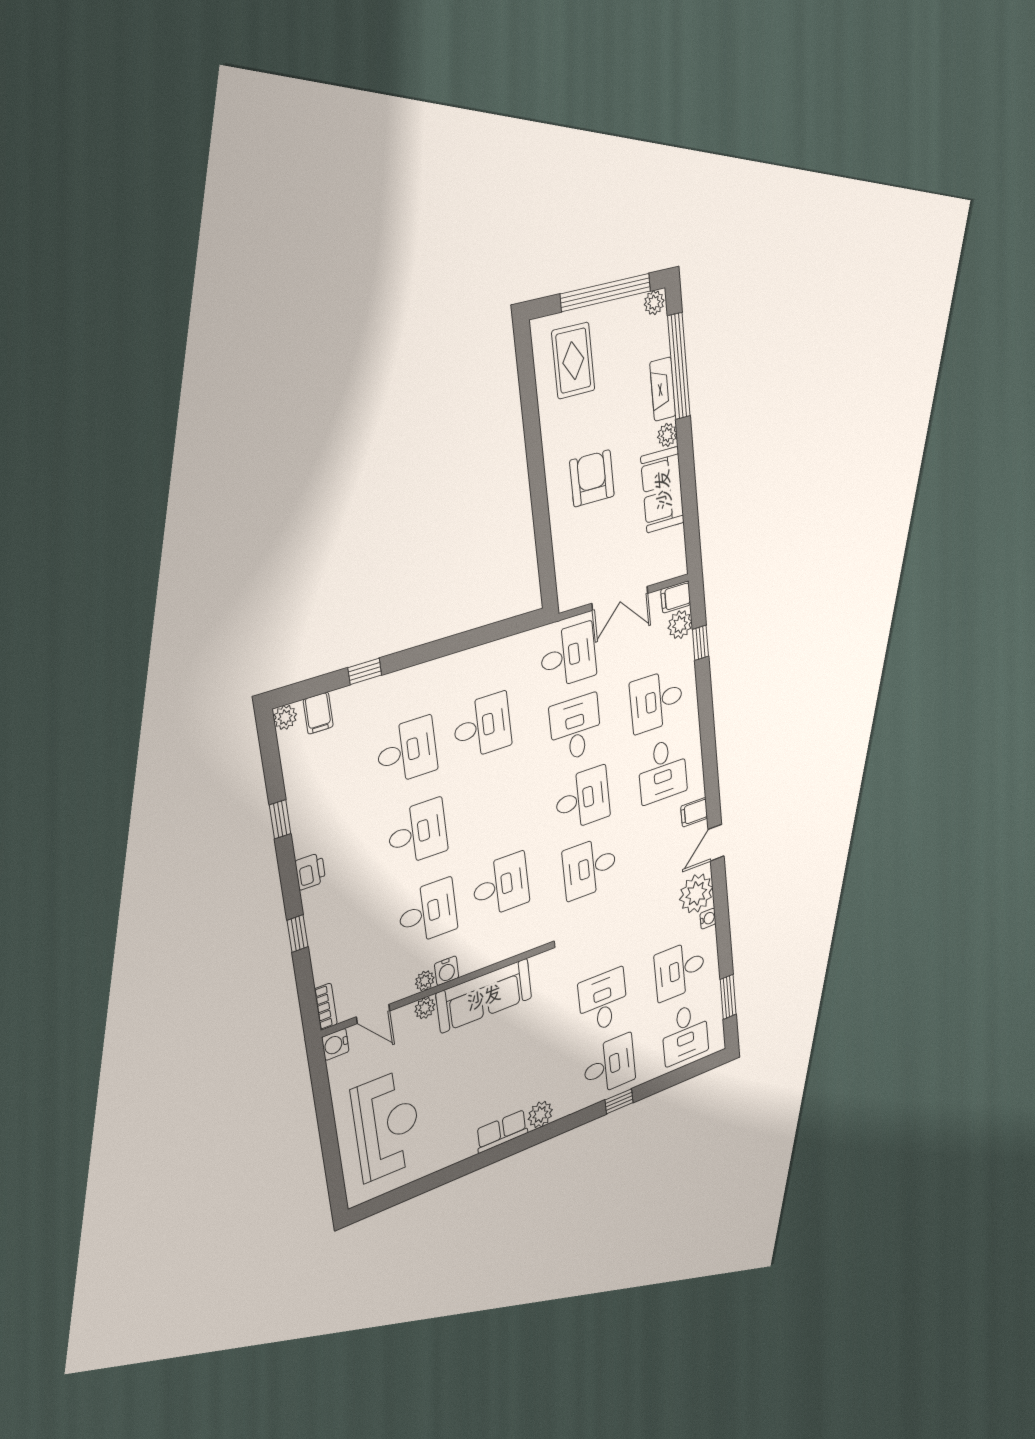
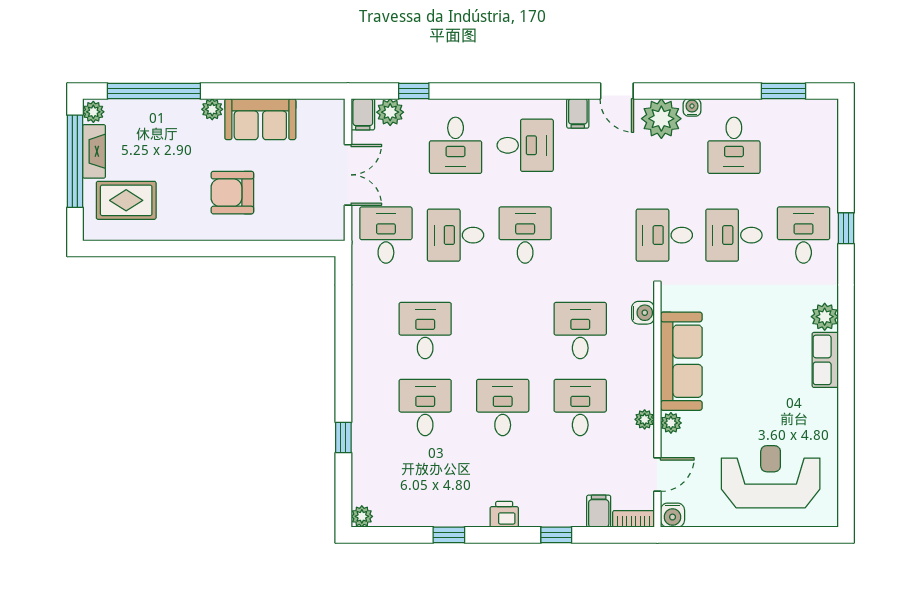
fireplace: (663, 389) -> (94, 151), moved, turned -90
filing cabinet: (318, 713) -> (599, 511), moved, turned -90
desk: (590, 868) -> (664, 235), moved, turned 90
water cooler: (447, 971) -> (643, 313), moved
desk: (685, 1033) -> (804, 145), removed

